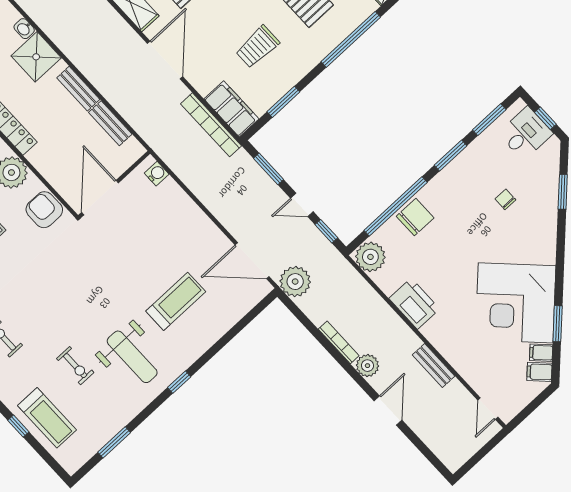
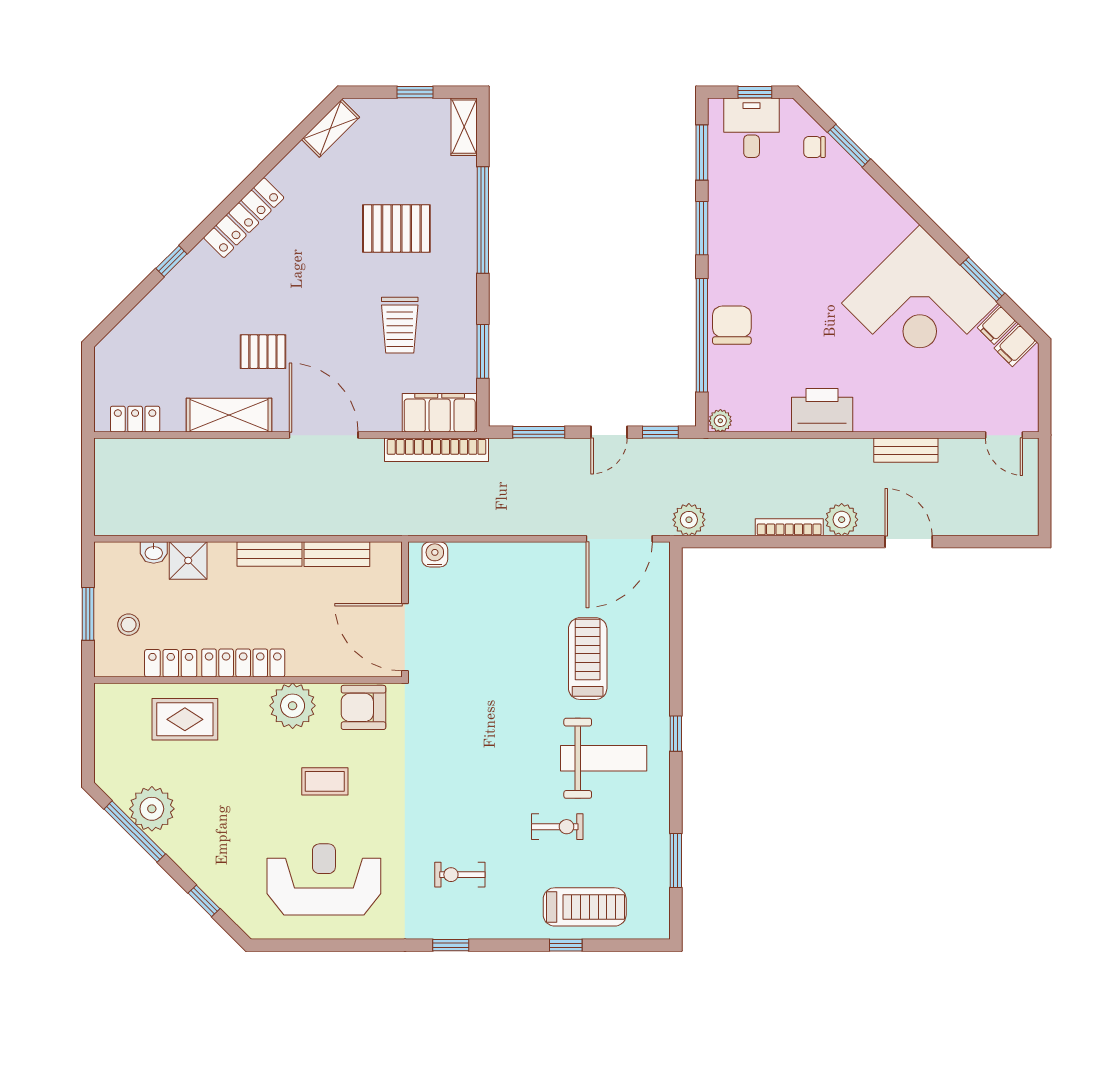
shower: (36, 57) -> (188, 560), width x0.73, depth x0.73
chair: (505, 199) -> (814, 147), moved
plant: (370, 257) -> (720, 421), width x0.53, depth x0.53
plant: (295, 282) -> (689, 520), width x0.73, depth x0.73

